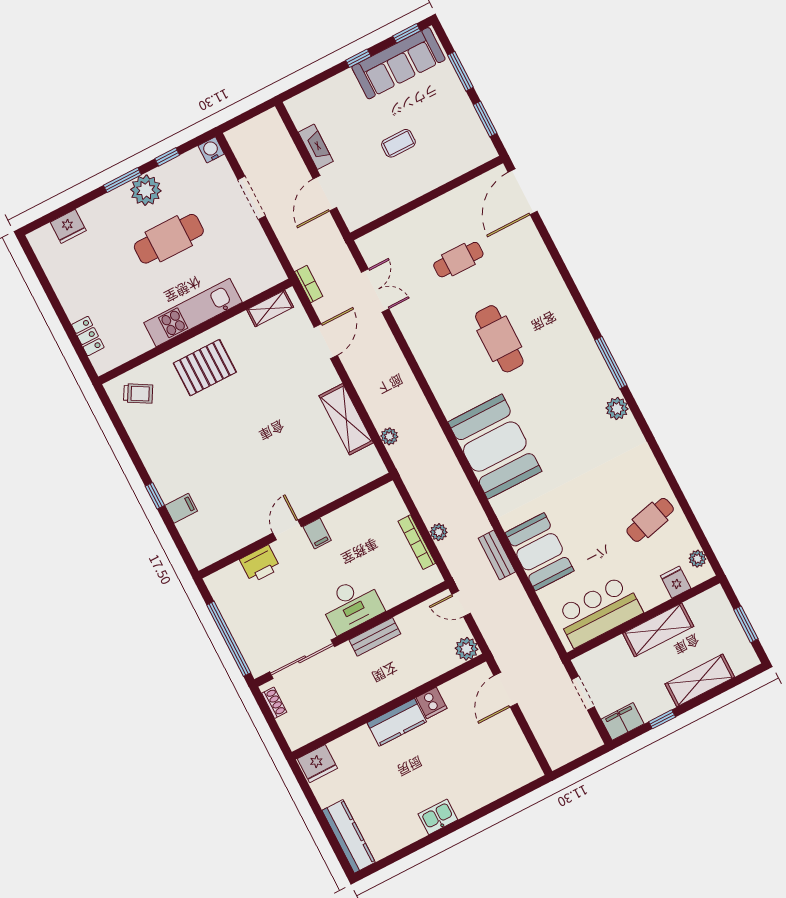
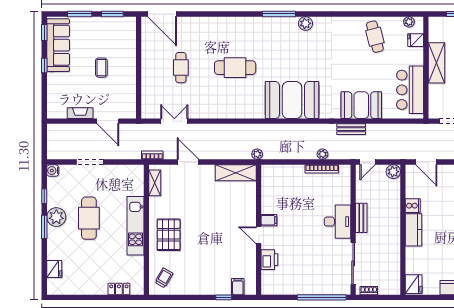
wall: (296, 526) -> (259, 230), moved
door: (287, 530) -> (259, 235), moved
filing cabinet: (317, 533) -> (269, 220), moved
printer: (260, 564) -> (269, 260), moved

